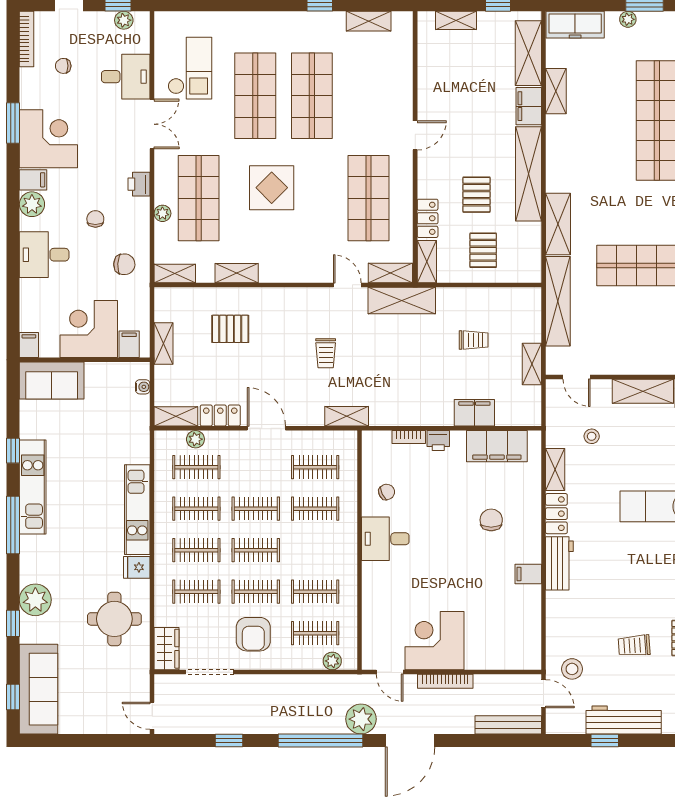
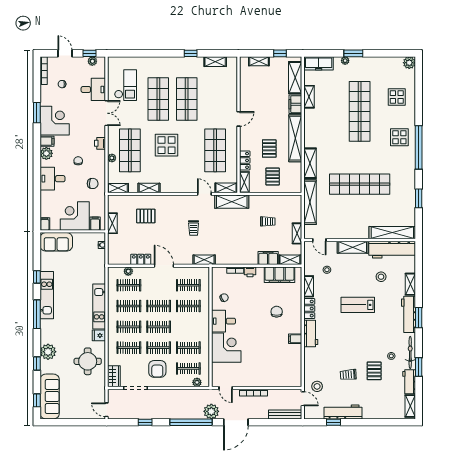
shelving: (176, 416) -> (290, 260), moved
corner desk: (435, 641) -> (226, 348), moved, turned 90

